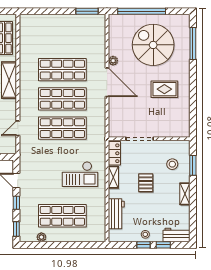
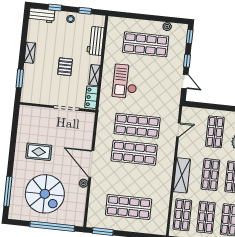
shop shelf: (62, 70) -> (129, 207), moved
stool: (172, 164) -> (39, 81), removed
checkout: (80, 174) -> (125, 81), turned -90
window: (143, 245) -> (85, 11), moved

